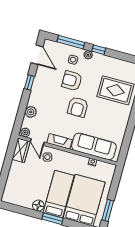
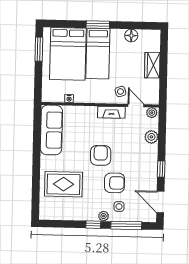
sofa: (94, 146) -> (51, 130), moved, turned -90
wardrobe: (21, 150) -> (152, 65), moved
floor lamp: (38, 206) -> (131, 36), moved

